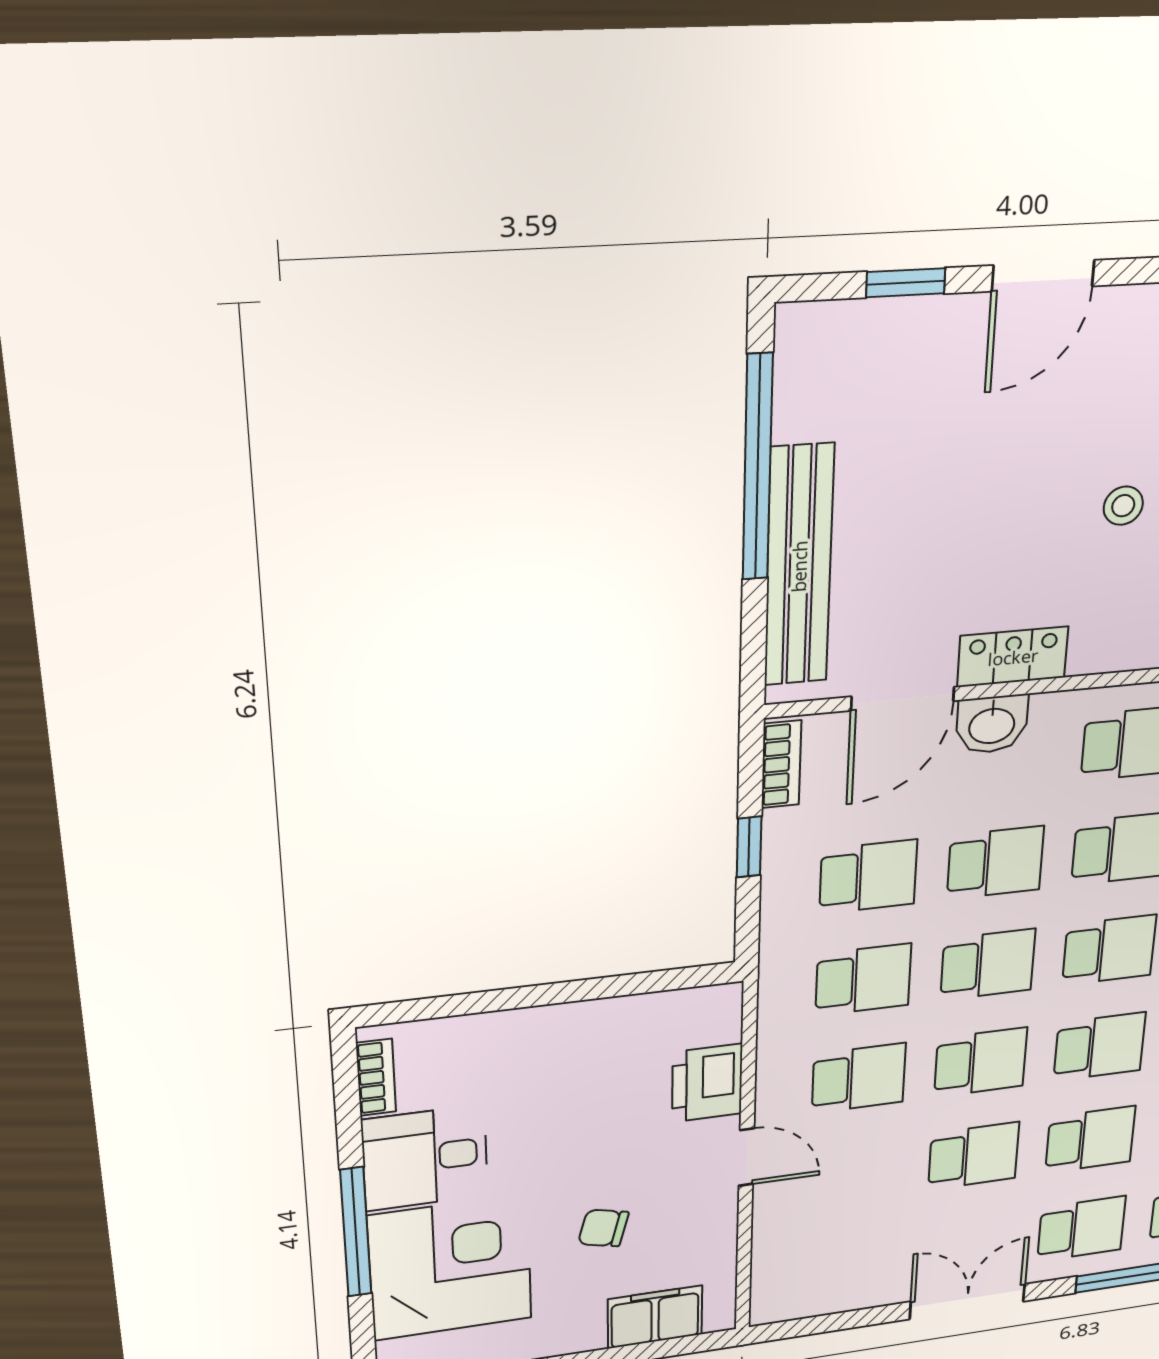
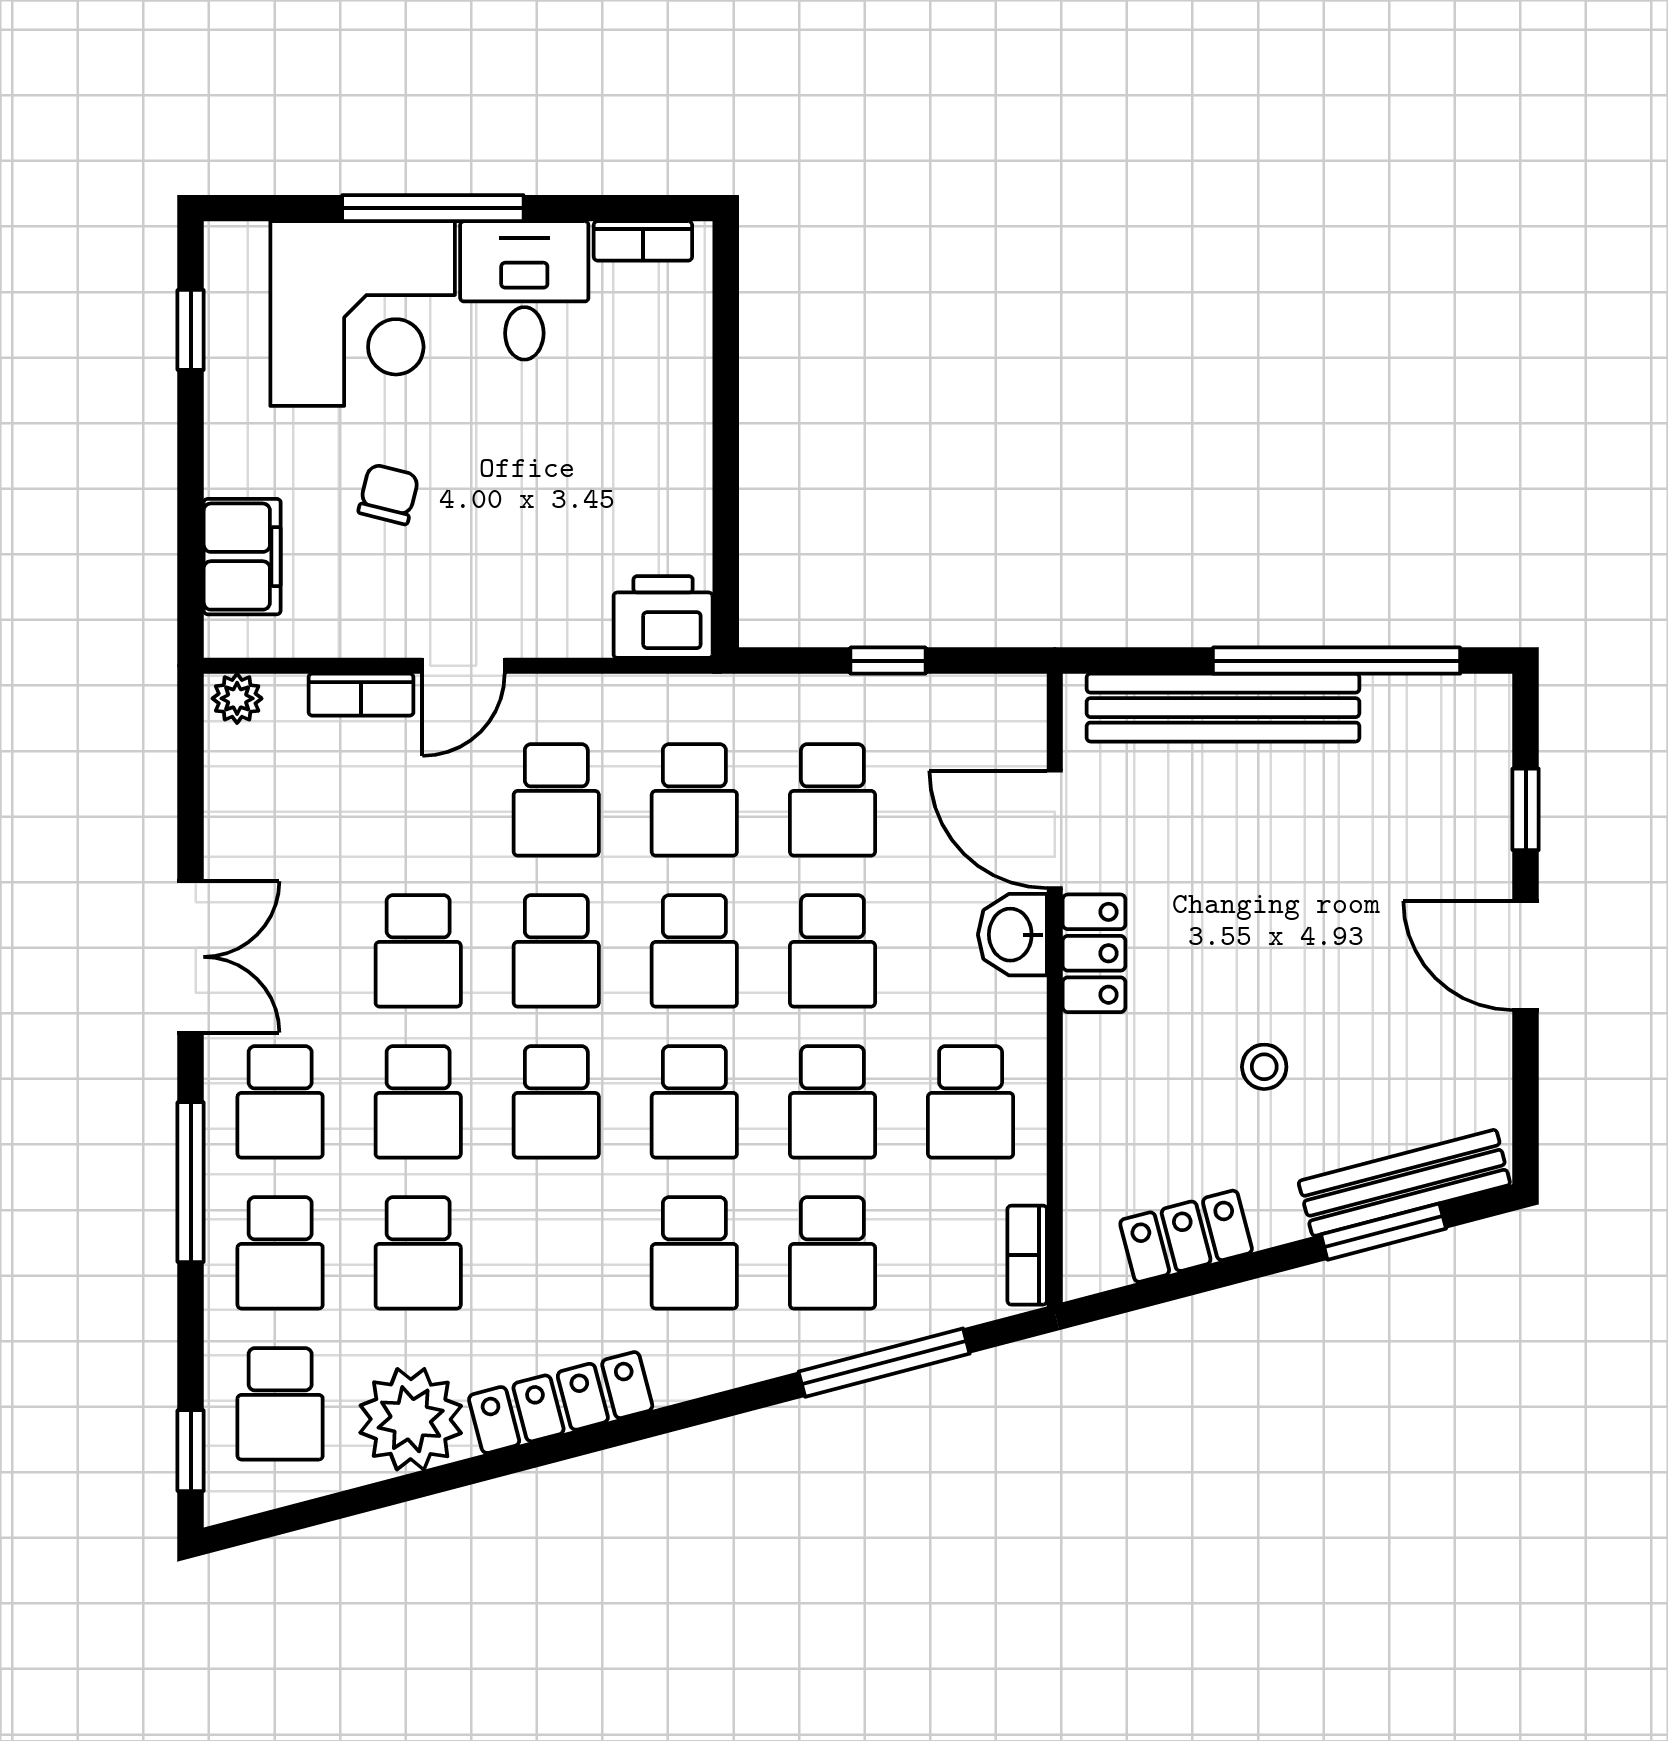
bookcase: (781, 764) -> (361, 695), moved
printer: (707, 1083) -> (663, 617), moved
plant: (769, 1303) -> (237, 698), added

